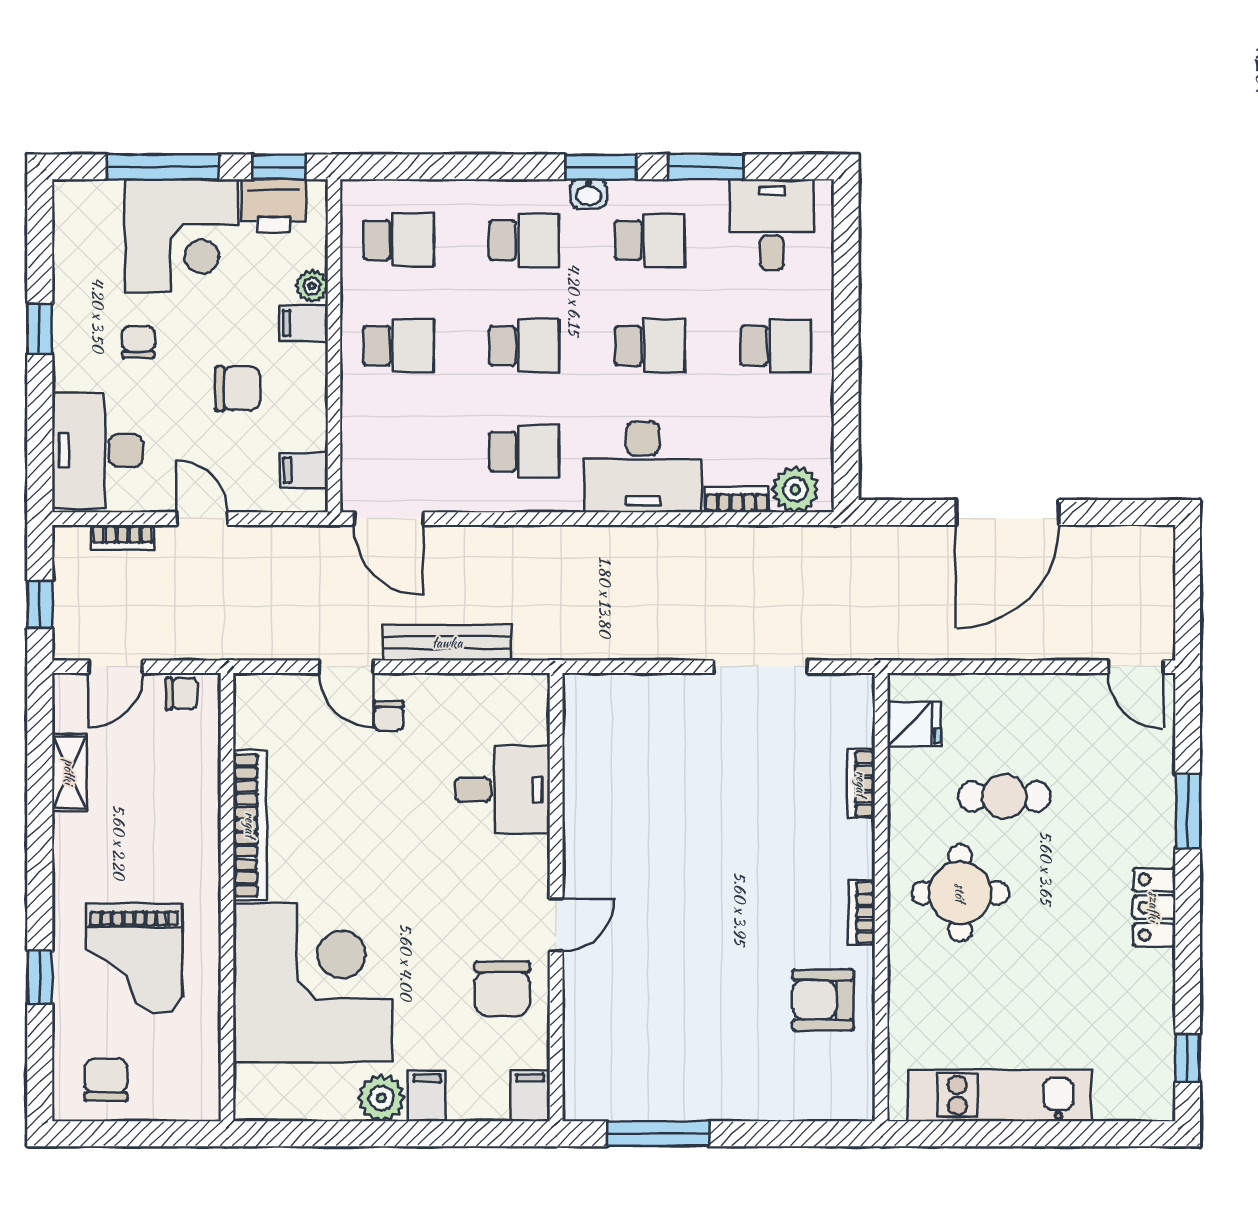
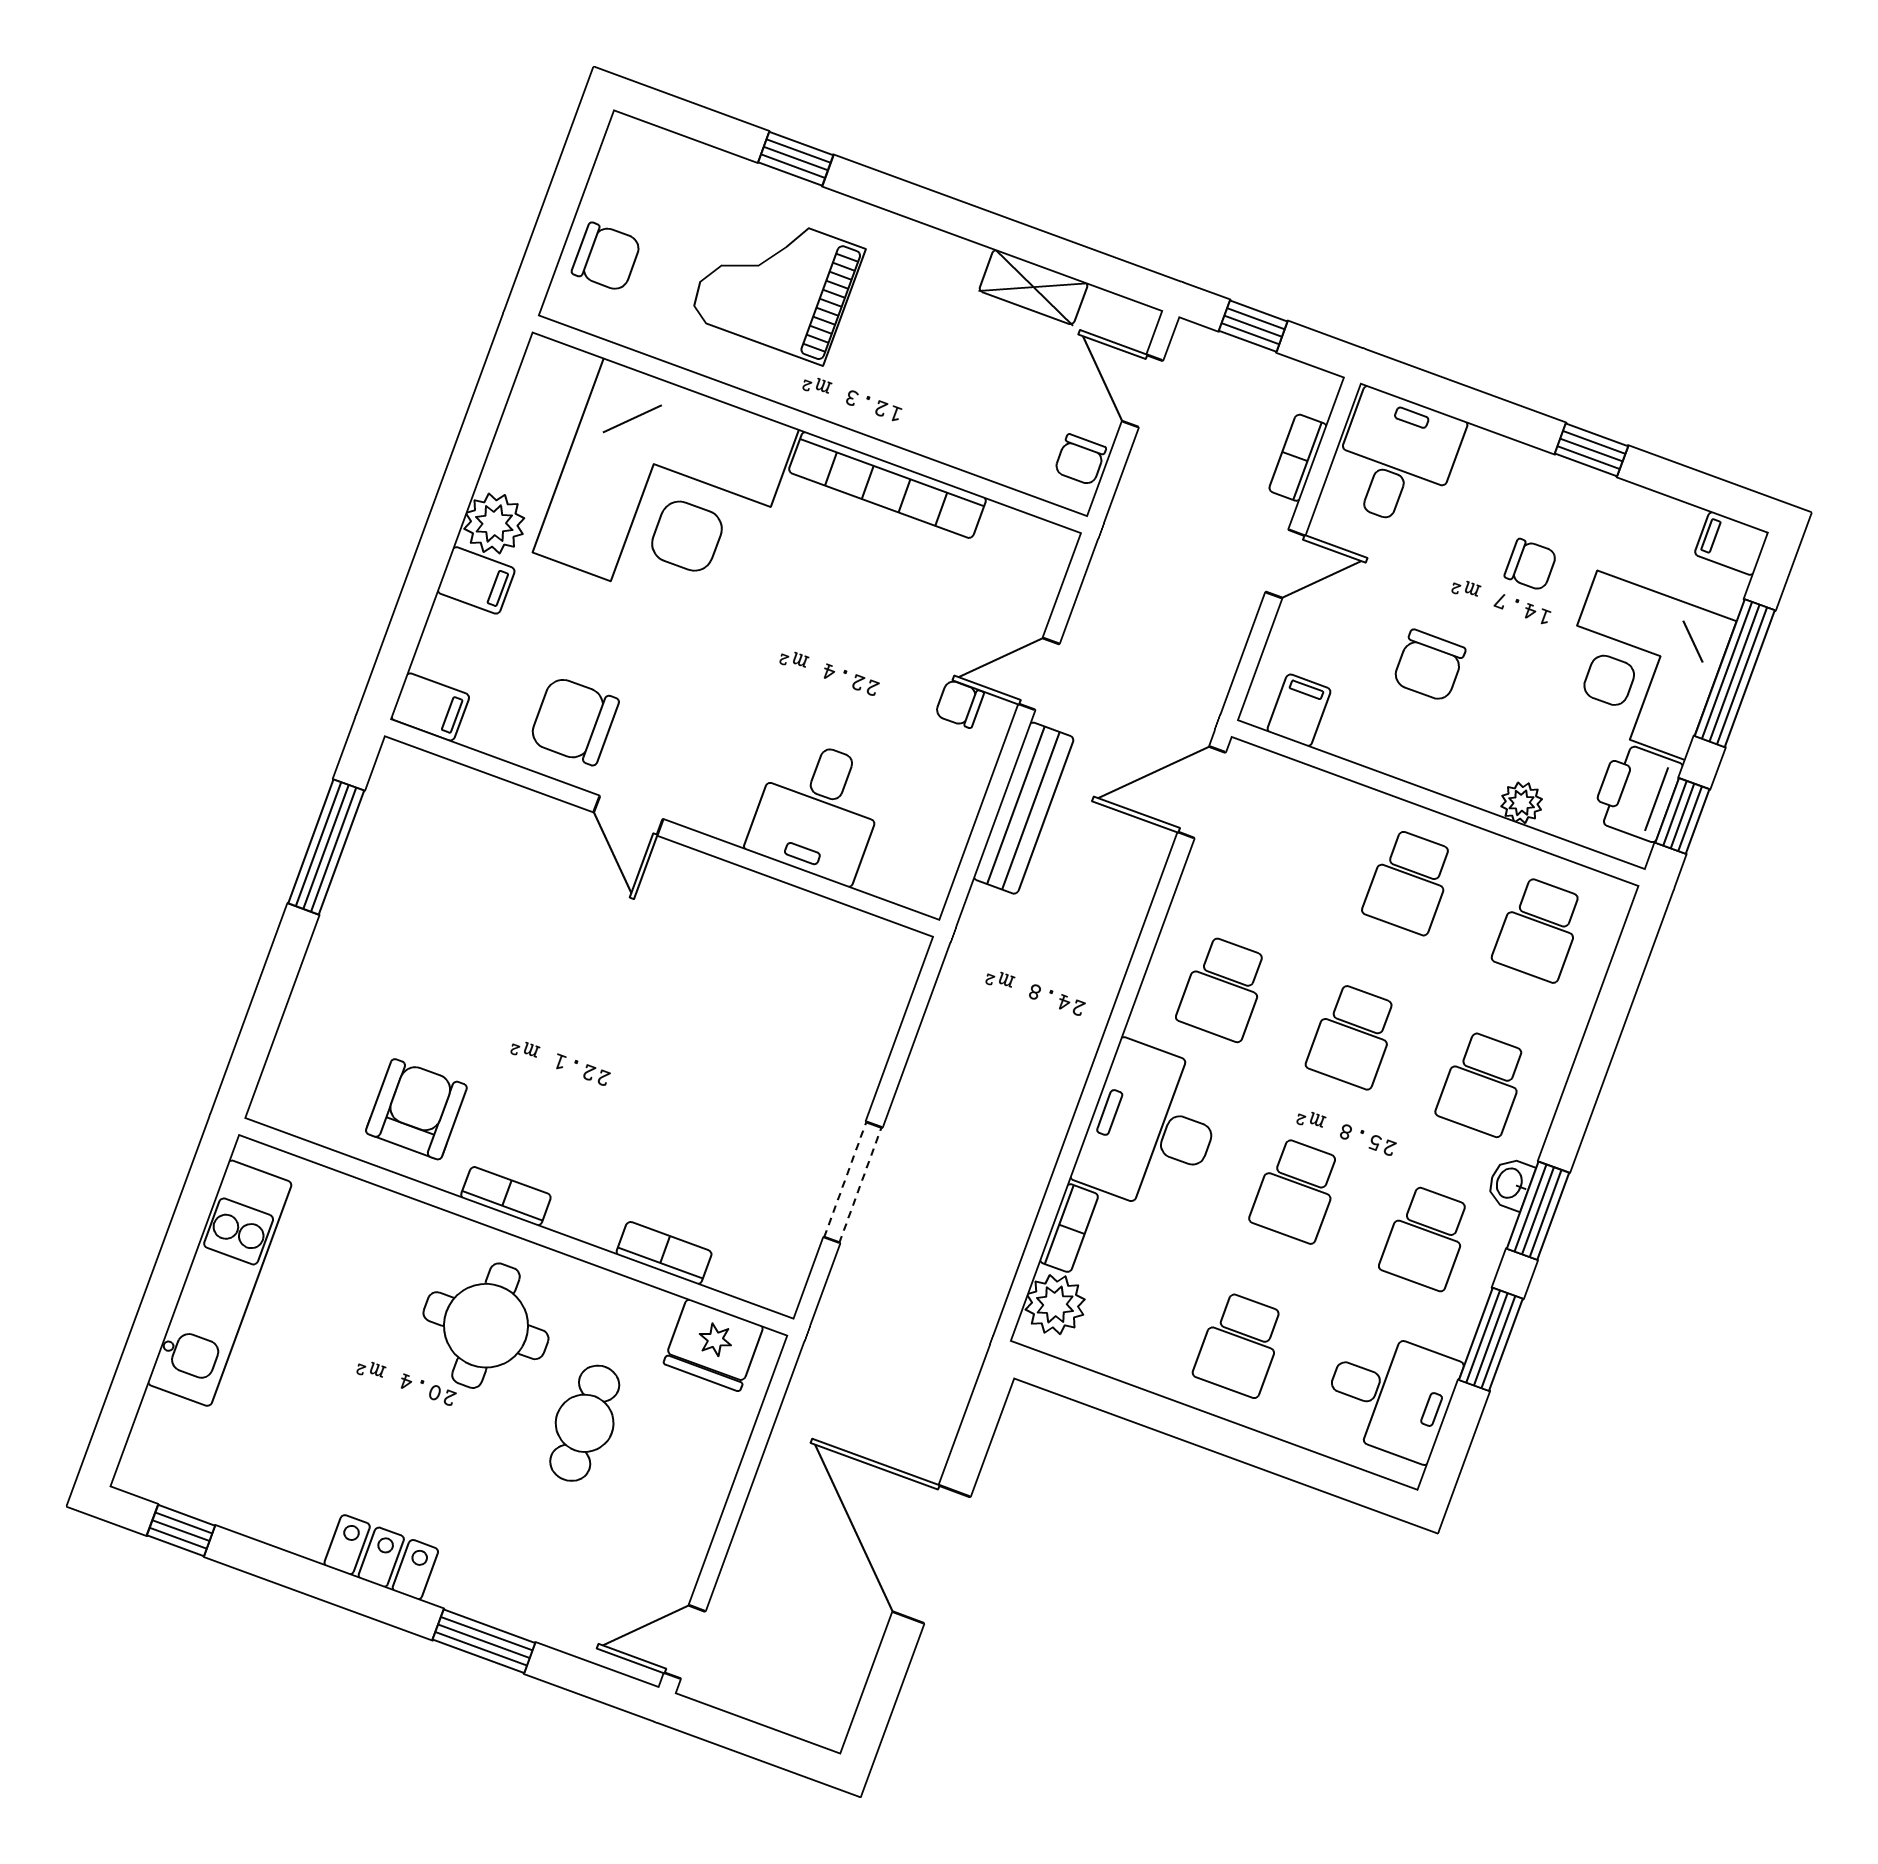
filing cabinet: (304, 323) -> (1732, 543), moved, turned -90
desk: (98, 451) -> (1397, 459), width x0.73
fridge: (914, 724) -> (713, 1345), width x1.38
chair: (106, 1080) -> (607, 257), moved

